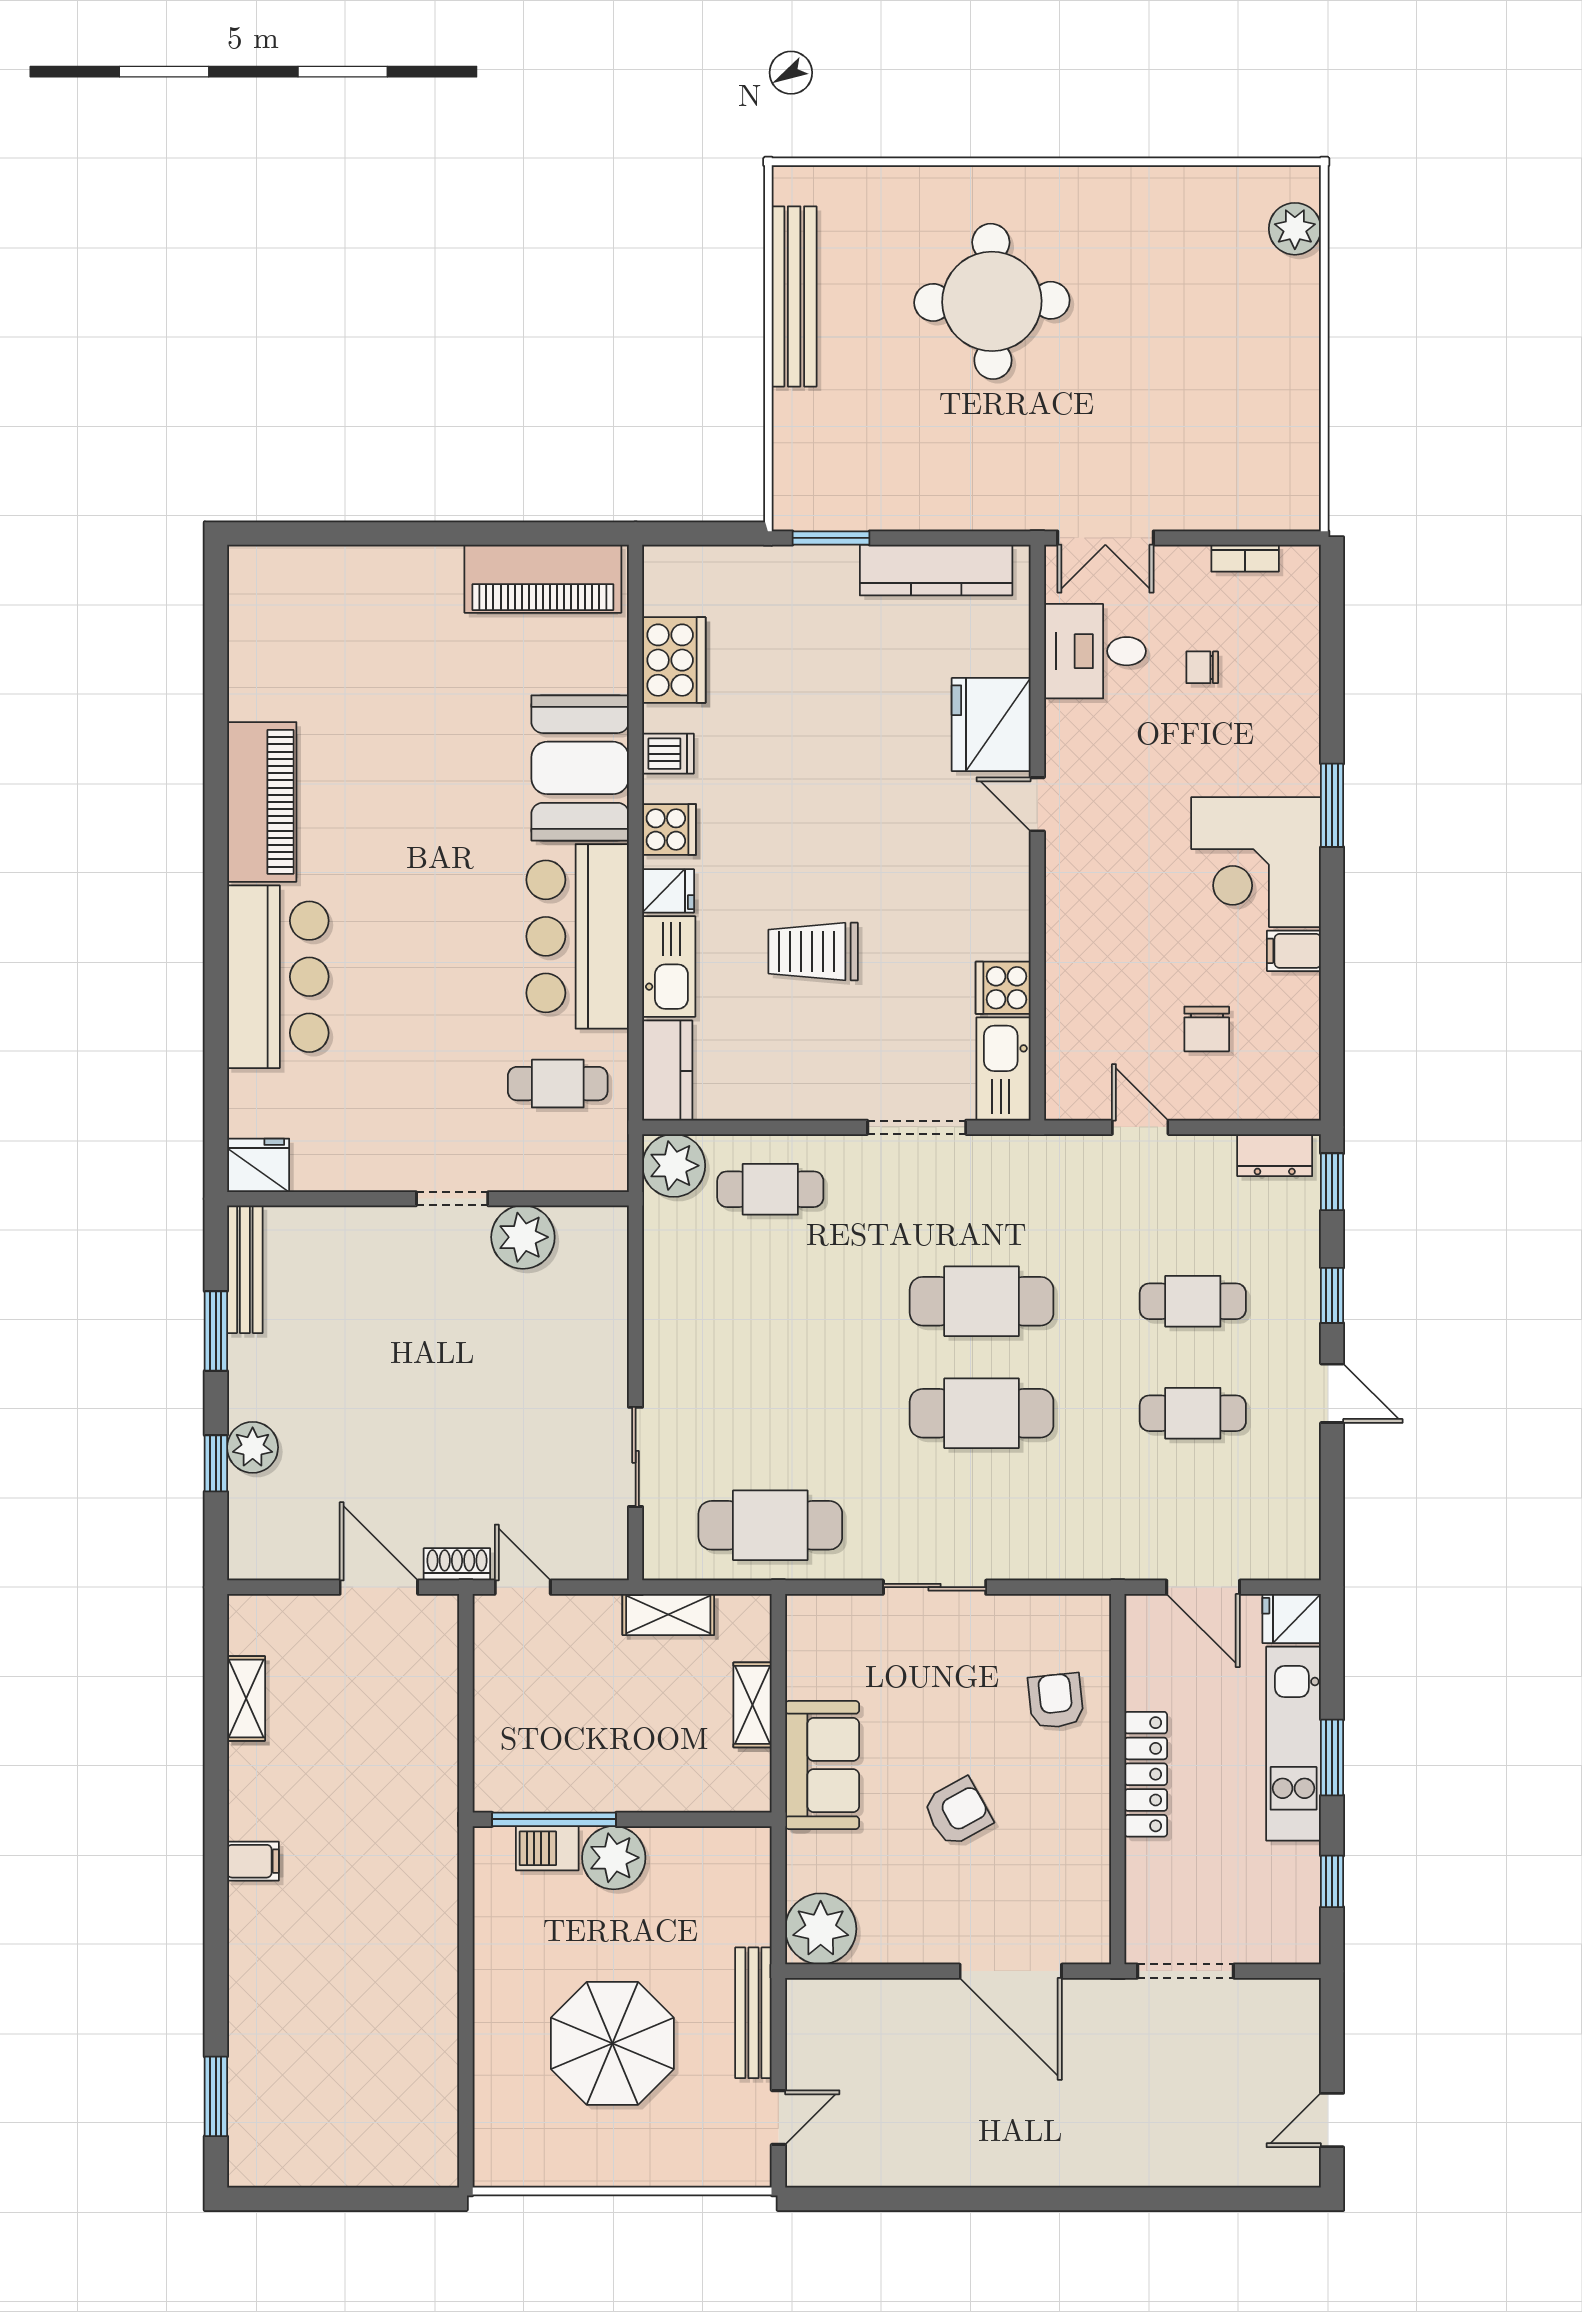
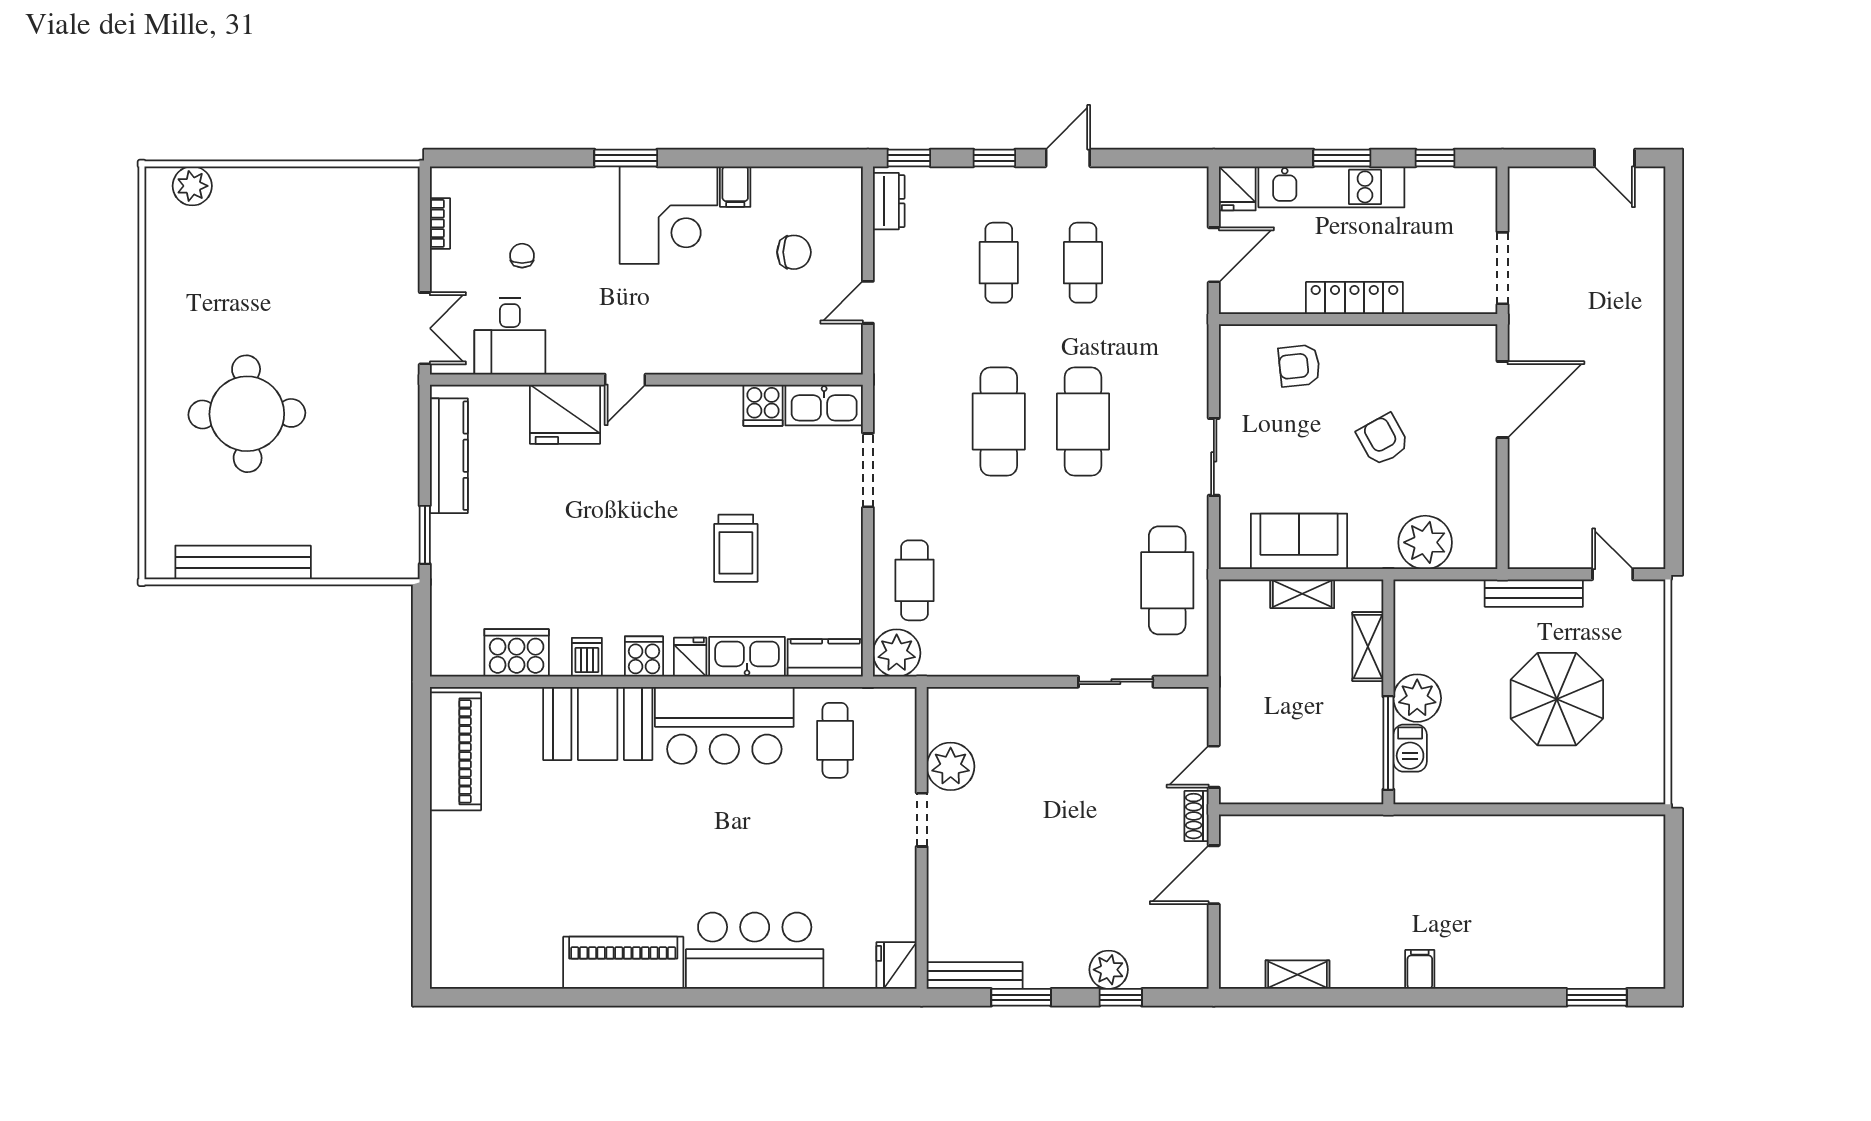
chair: (1202, 667) -> (522, 256), turned 180
shelving: (668, 1614) -> (1368, 647), moved
sofa: (822, 1765) -> (1299, 541), moved
plant: (821, 1929) -> (1425, 542), moved

